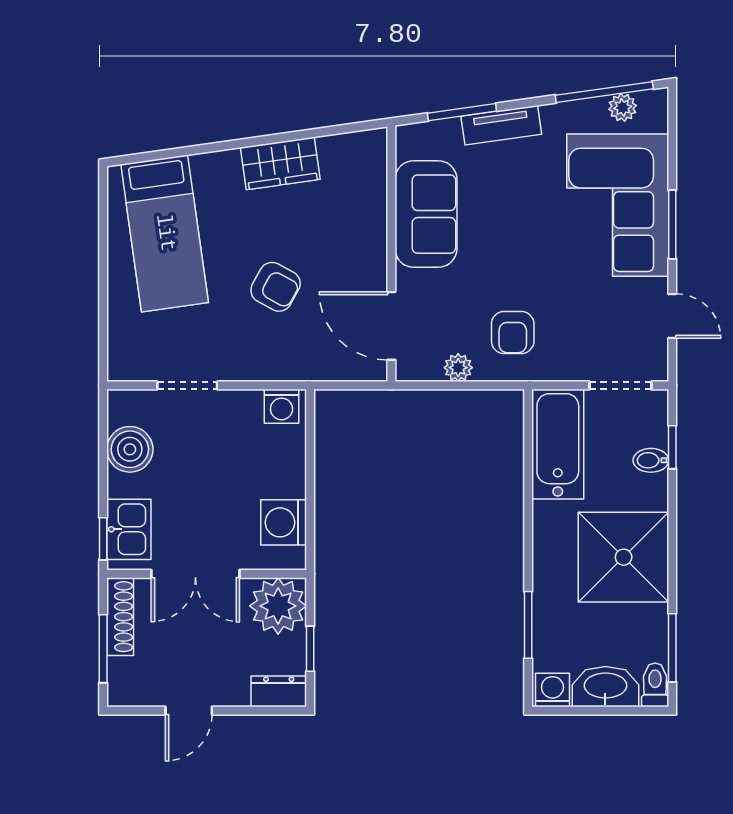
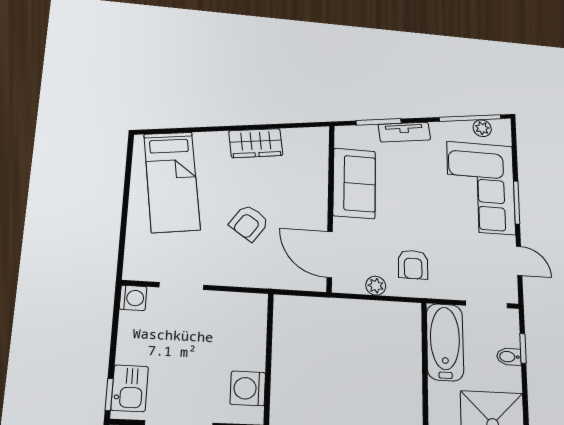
armchair: (276, 287) -> (249, 223), turned 96
washing machine: (281, 406) -> (133, 298), moved, turned -90
boiler: (130, 449) -> (135, 329), removed

